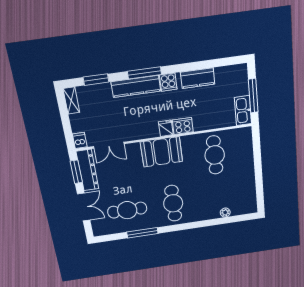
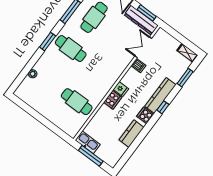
window: (144, 73) -> (163, 107), width x0.46
dishwasher: (80, 140) -> (138, 65), moved
booth: (162, 152) -> (110, 73), removed
window: (186, 226) -> (48, 42), added

